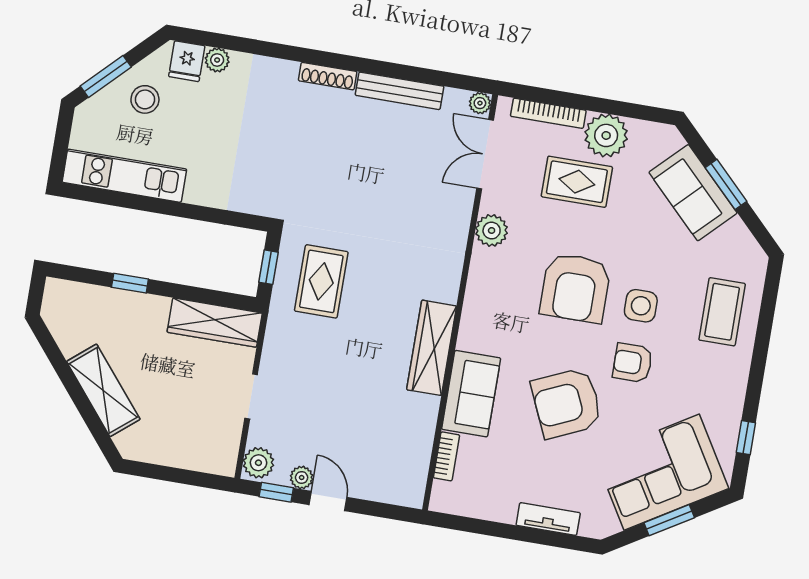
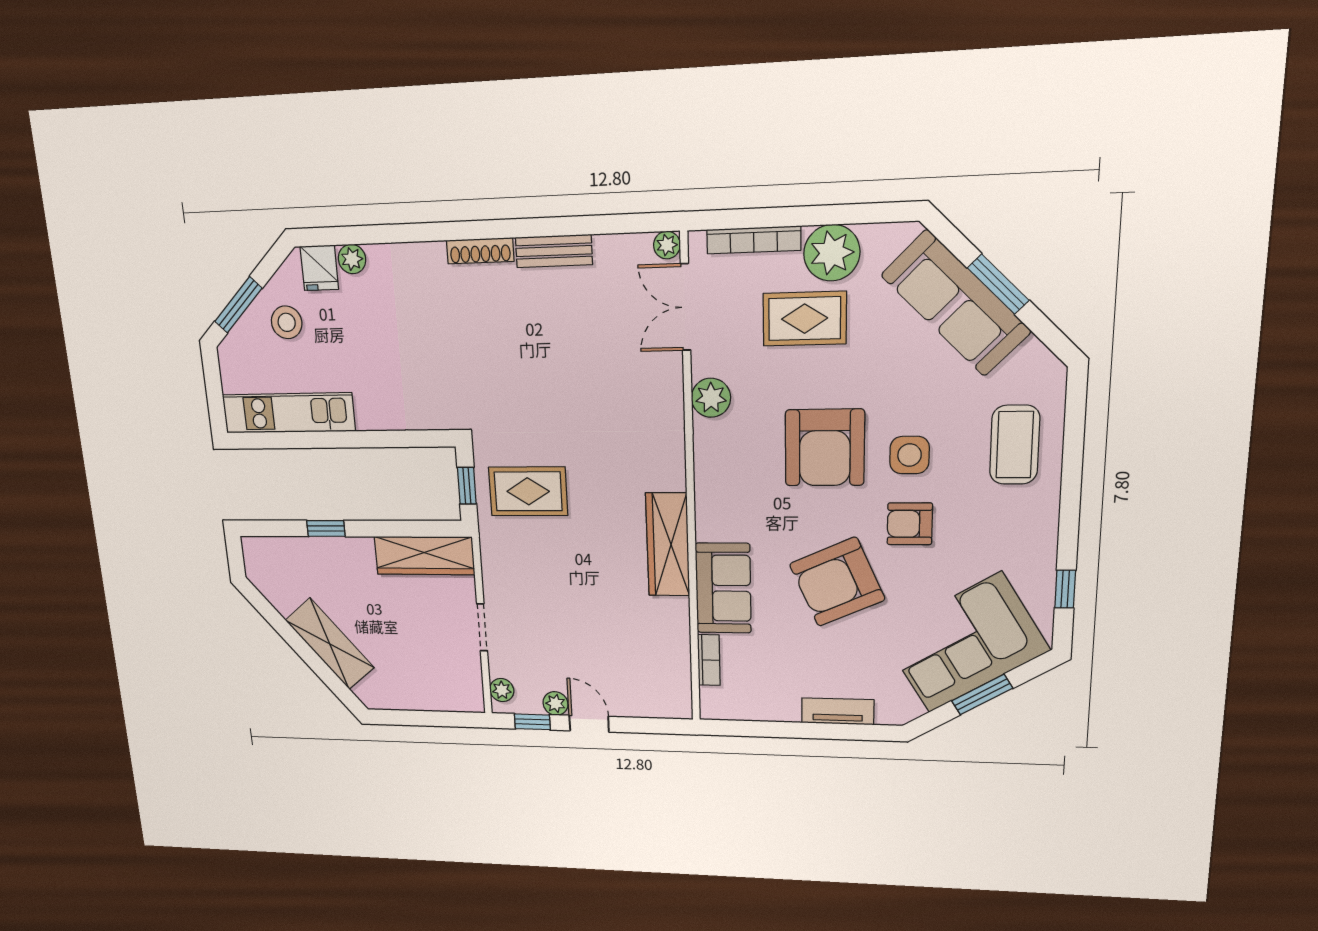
bench: (400, 91) -> (554, 251), width x0.73
sofa: (693, 193) -> (956, 303), width x1.36
rug: (321, 281) -> (528, 491), turned 90
plant: (258, 463) -> (502, 690), width x0.73, depth x0.73

